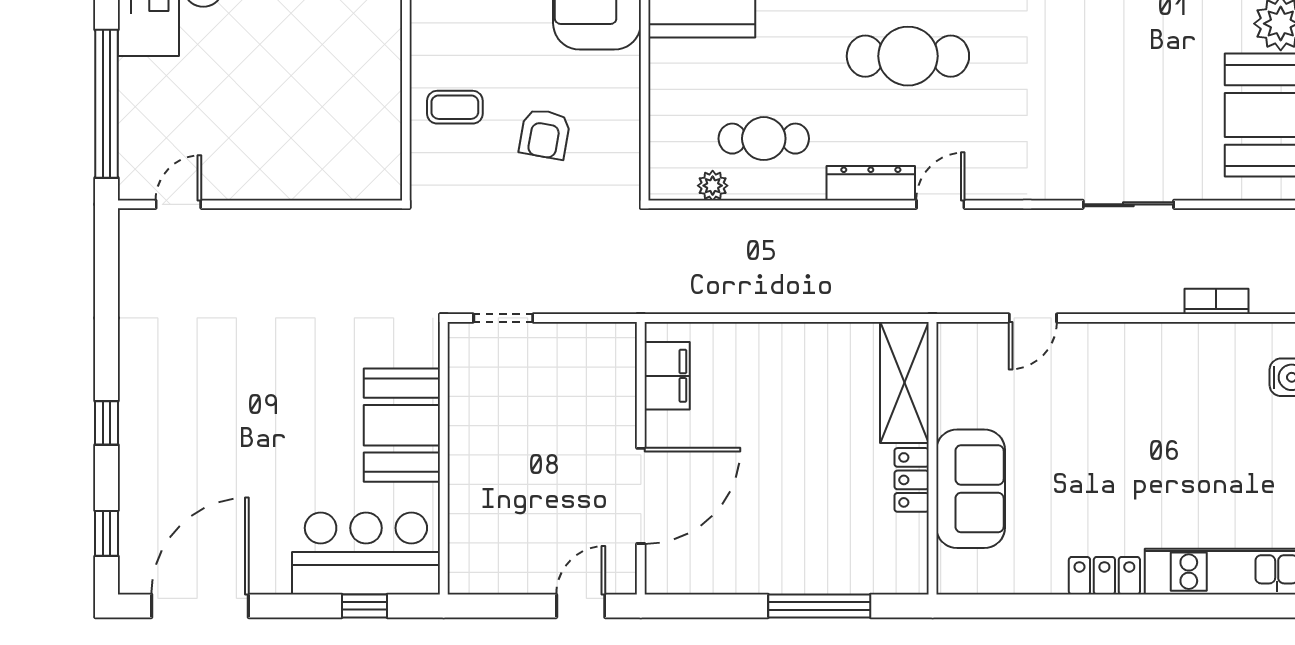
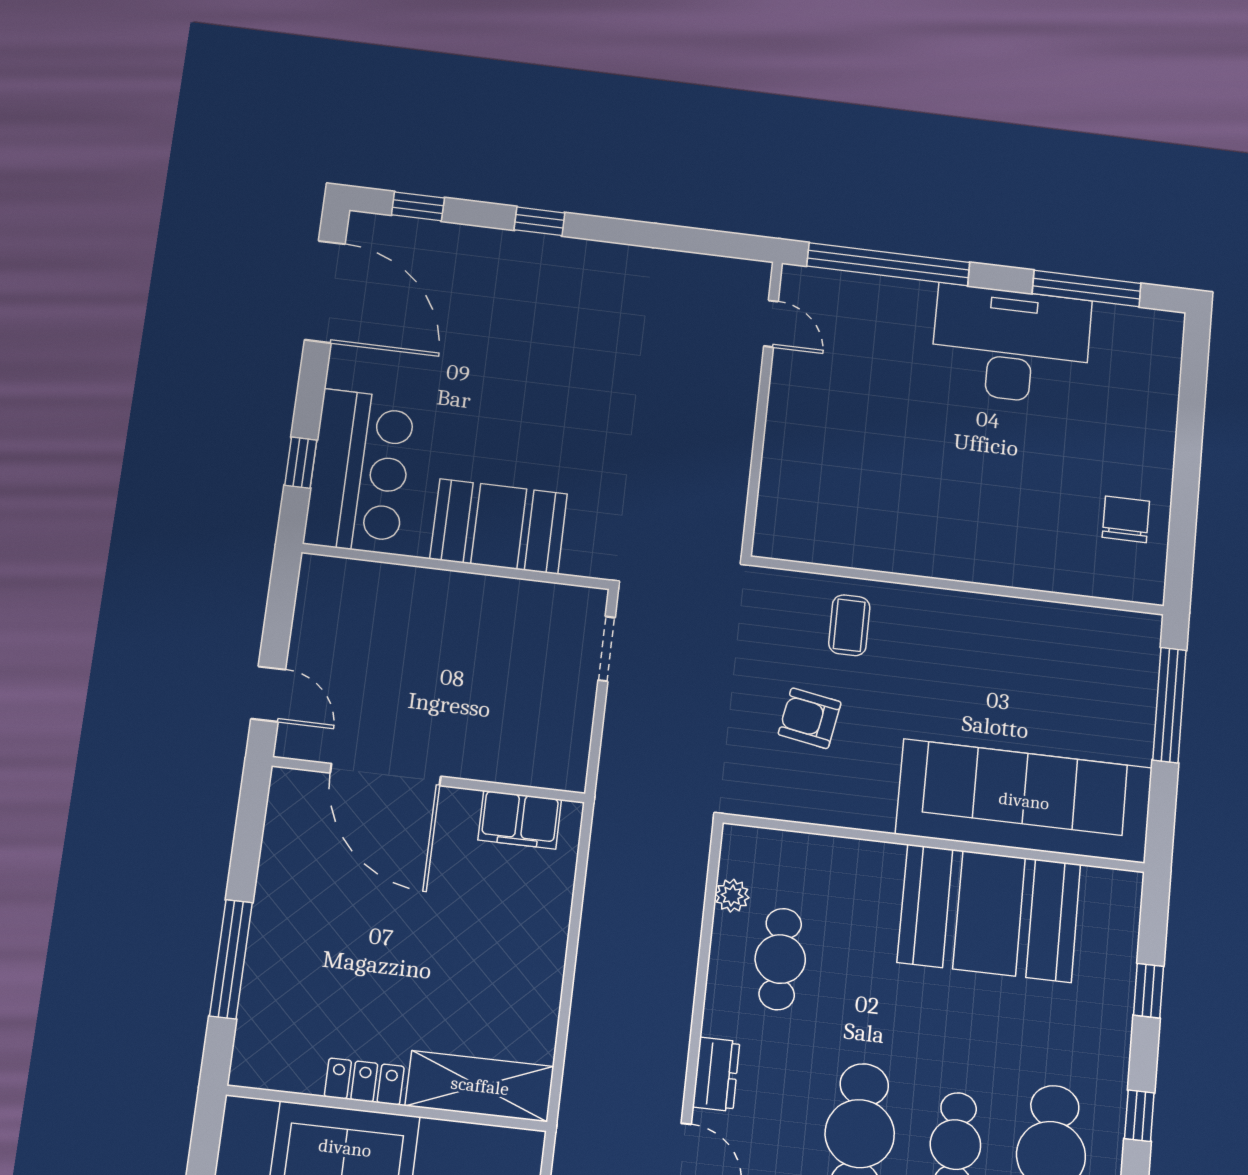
dresser: (871, 183) -> (716, 1074), width x0.70

